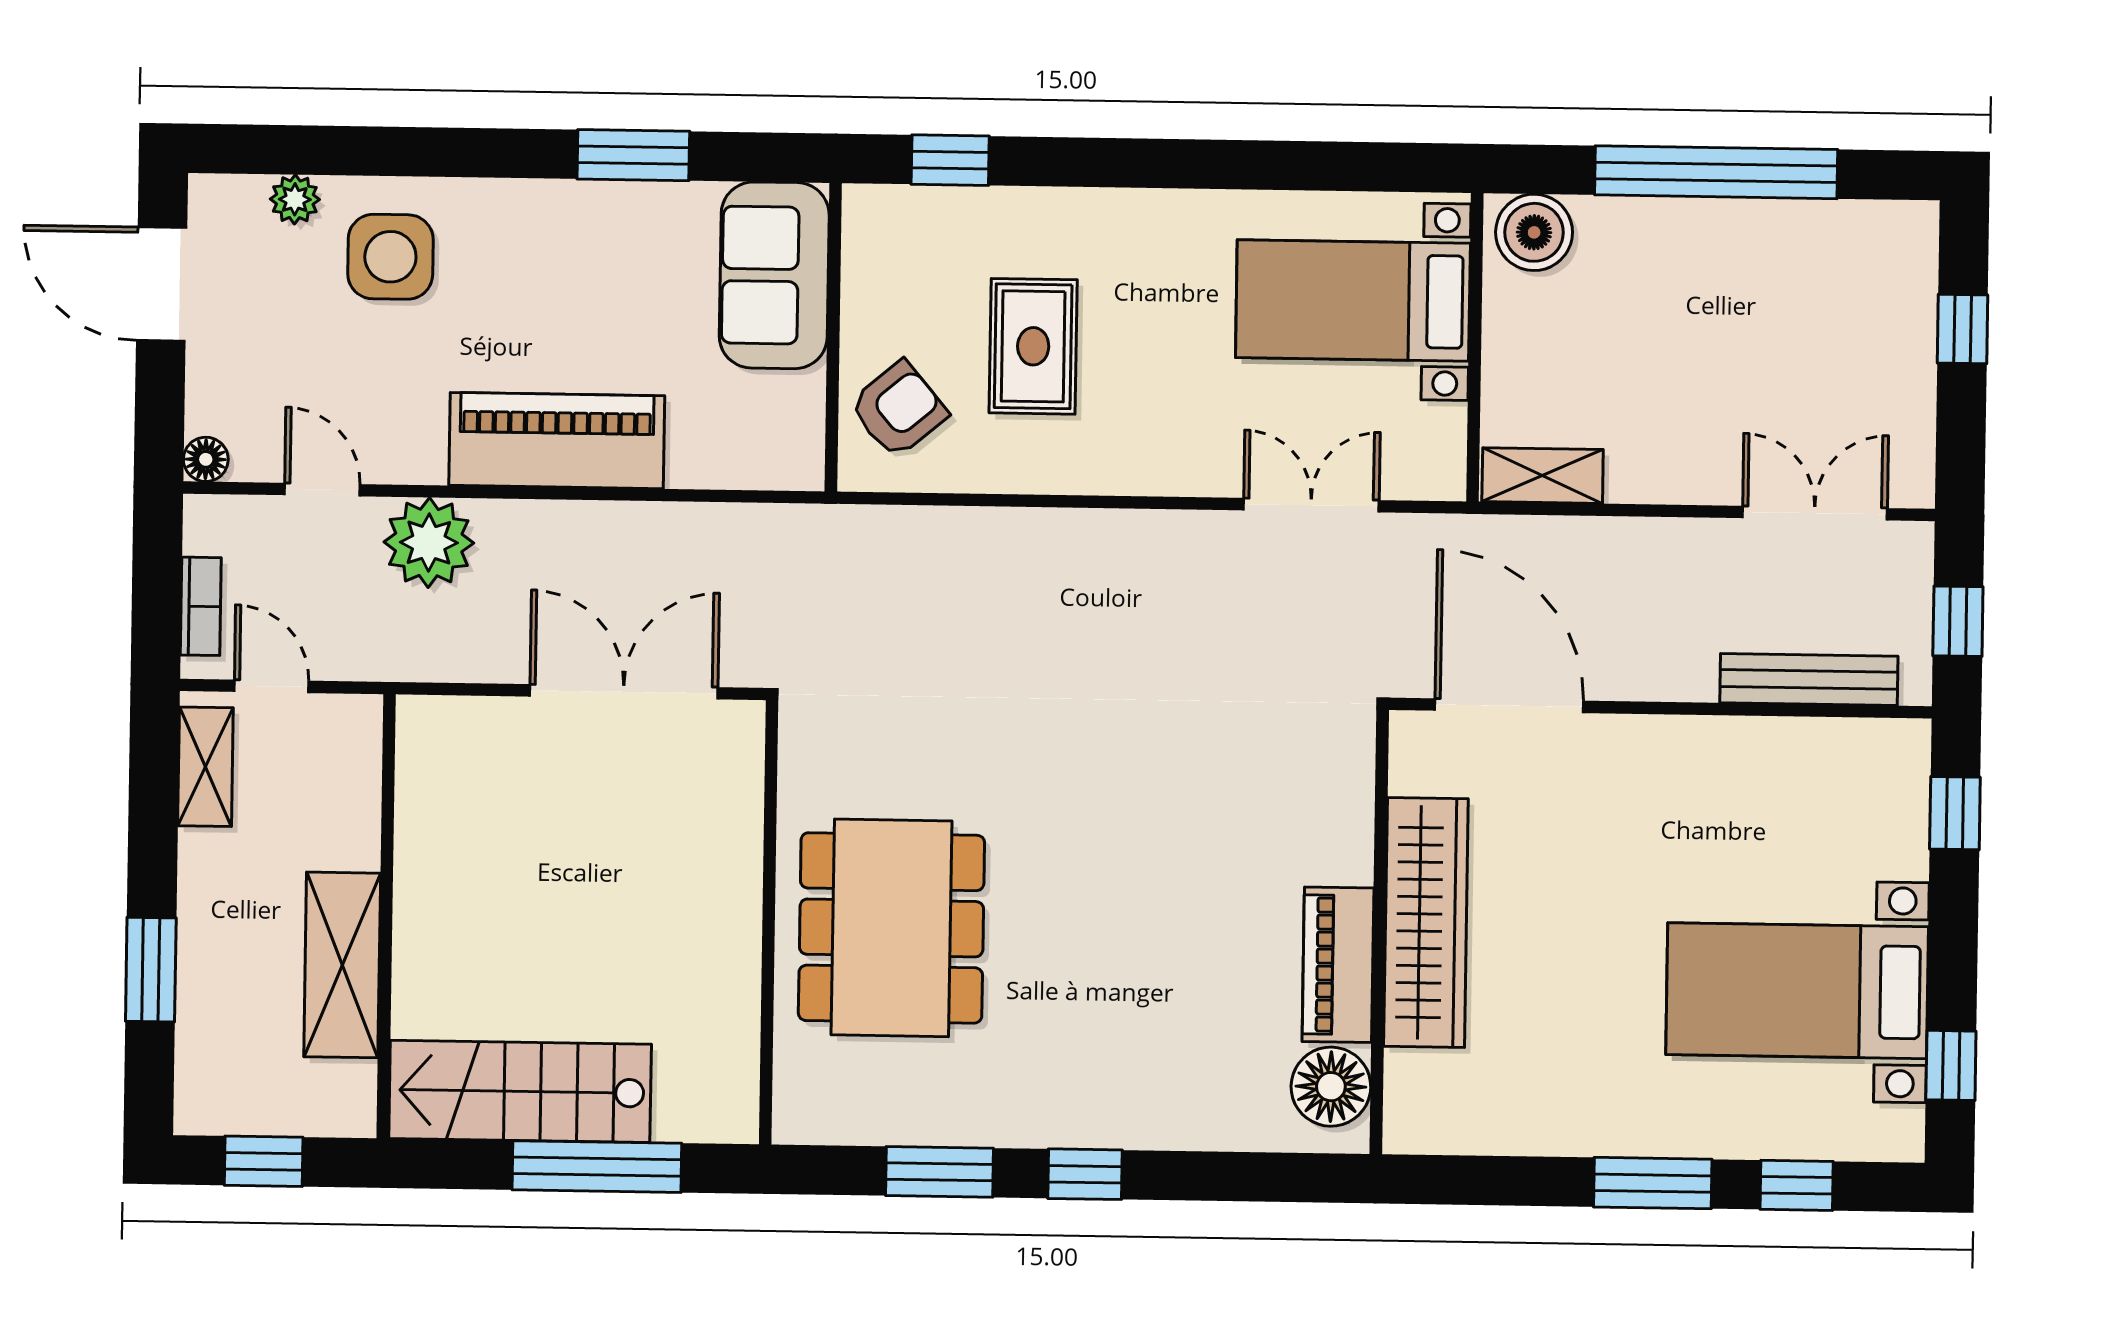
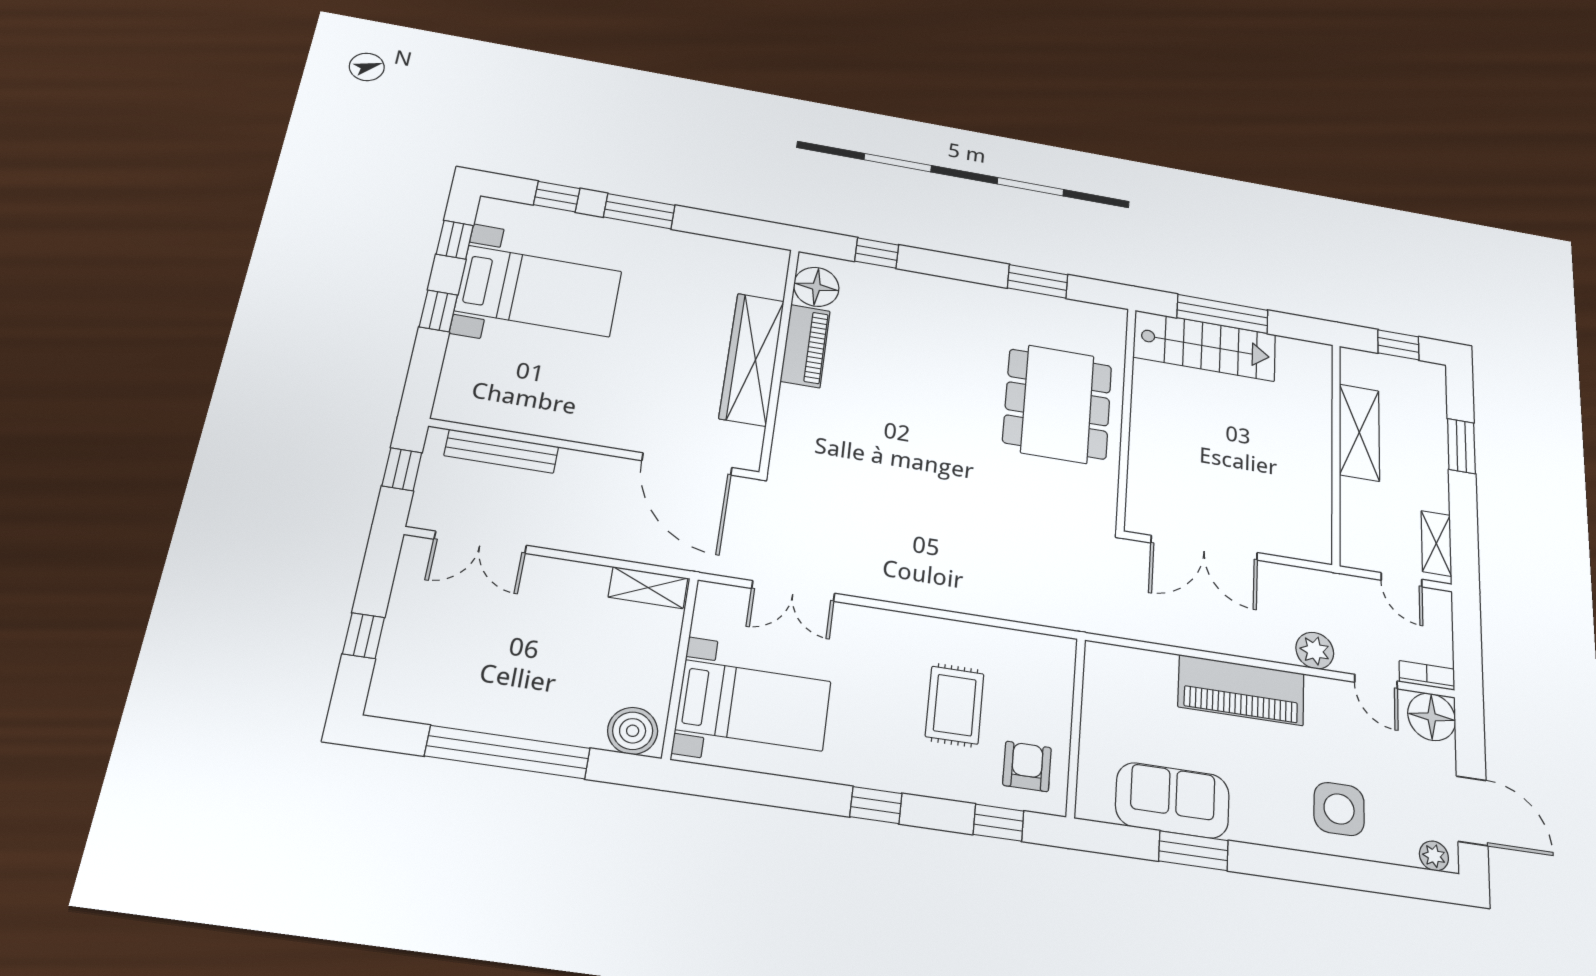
window: (1146, 163) -> (876, 805), added
plant: (295, 199) -> (1434, 856), moved
sofa: (774, 275) -> (1173, 800), moved, turned -90
armchair: (898, 409) -> (1027, 766), moved, turned 130
floor lamp: (206, 459) -> (1432, 717), width x1.89, depth x1.89
plant: (429, 543) -> (1315, 651), width x0.73, depth x0.73
bookcase: (201, 606) -> (1427, 675), moved, turned 90
window: (1955, 813) -> (438, 311), moved
stairs: (520, 1091) -> (1205, 346), moved
window: (1085, 1174) -> (877, 253), moved

